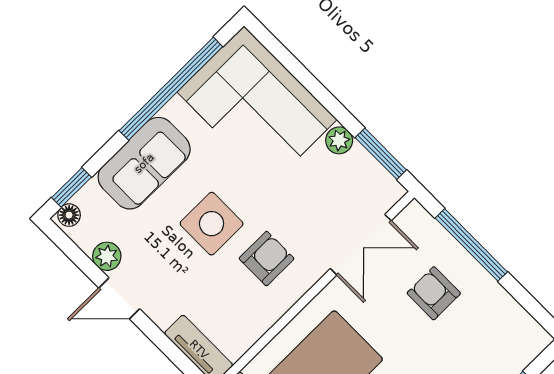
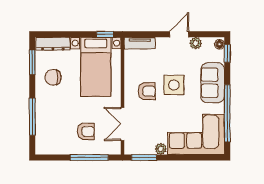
armchair: (267, 259) -> (147, 91), turned -90

